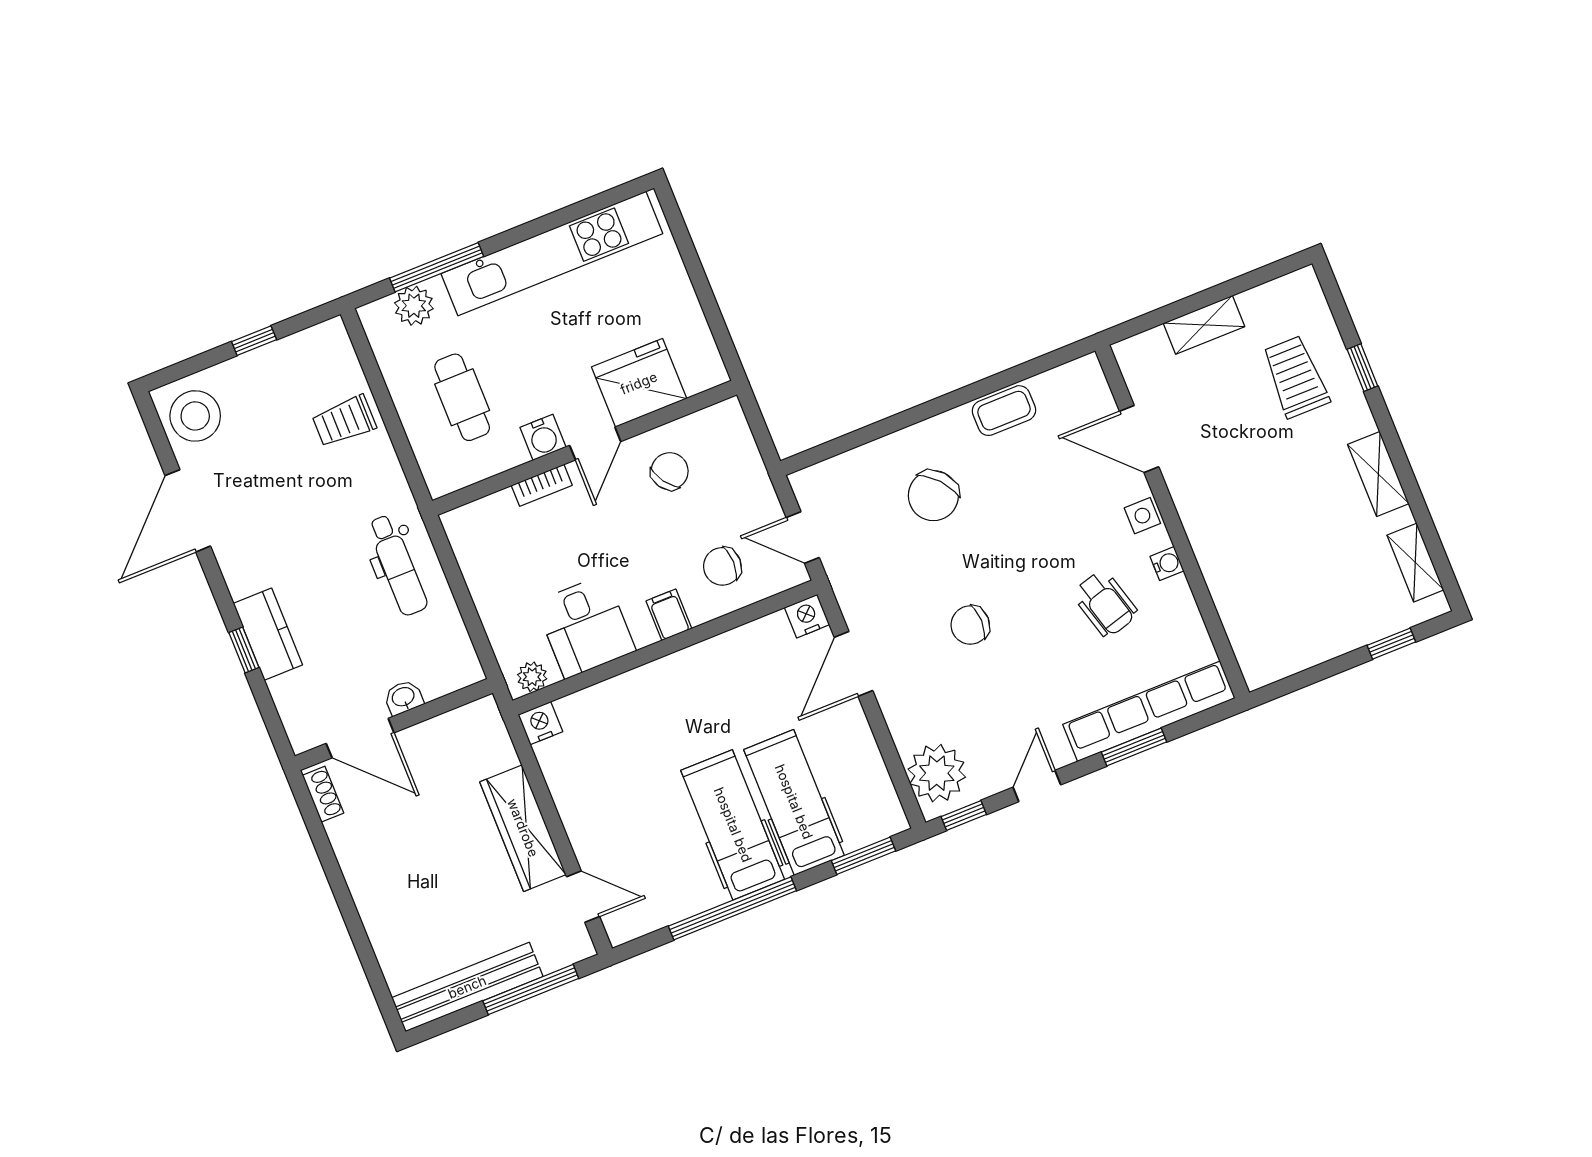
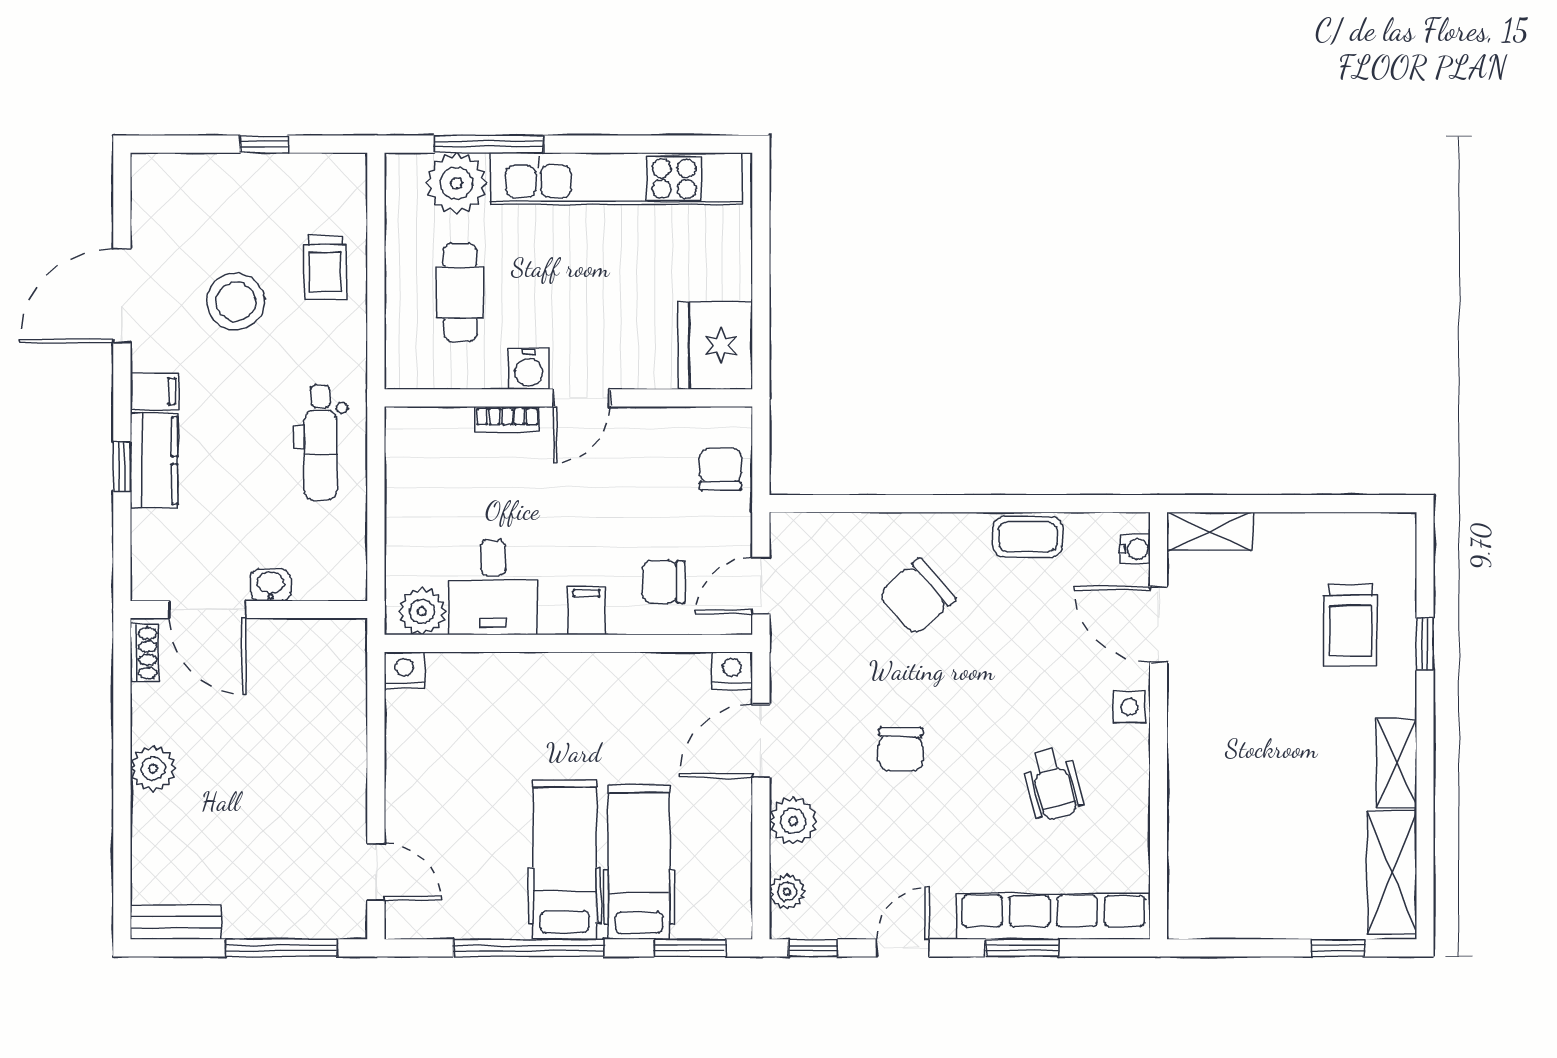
plant: (414, 306) -> (456, 183), width x1.36, depth x1.36
shelving: (1204, 325) -> (1209, 531), moved
trolley: (1296, 377) -> (1350, 625), turned 180
fridge: (639, 383) -> (715, 346), moved, turned -90
stool: (195, 416) -> (236, 301), moved
trolley: (344, 421) -> (325, 267), turned -90
chair: (670, 471) -> (720, 469), moved, turned -56
door: (803, 538) -> (761, 586), hinge flipped
shelving: (1415, 563) -> (1392, 872), width x1.50, depth x1.33
water cooler: (1167, 564) -> (1135, 549), moved
filing cabinet: (246, 578) -> (155, 391), added
chair: (970, 625) -> (901, 749), turned -90
plant: (532, 677) -> (422, 611), width x1.38, depth x1.38
plant: (906, 718) -> (793, 821), added
plant: (937, 773) -> (787, 892), width x0.53, depth x0.53
wardrobe: (523, 828) -> (341, 774), removed
plant: (368, 885) -> (153, 768), added
bench: (467, 987) -> (176, 922), width x0.54, depth x0.82

